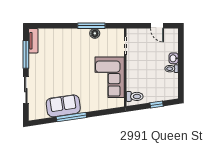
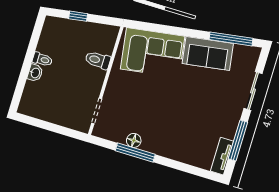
door: (157, 26) -> (44, 125), removed
corner sofa: (110, 77) -> (153, 53), moved, turned 82
toilet: (135, 96) -> (98, 60), moved
window: (71, 117) -> (231, 39), moved

